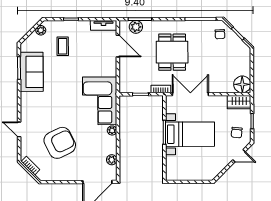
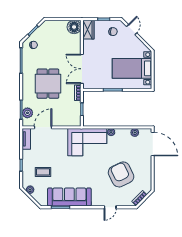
dining table: (172, 52) -> (48, 84), turned 90
sofa: (32, 72) -> (69, 197), width x1.36
bed with nightstands: (190, 134) -> (132, 68), moved, turned -90

